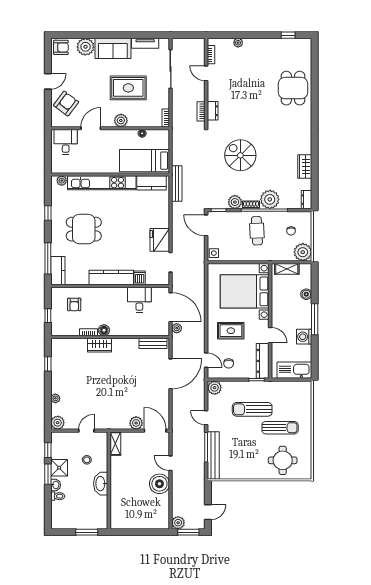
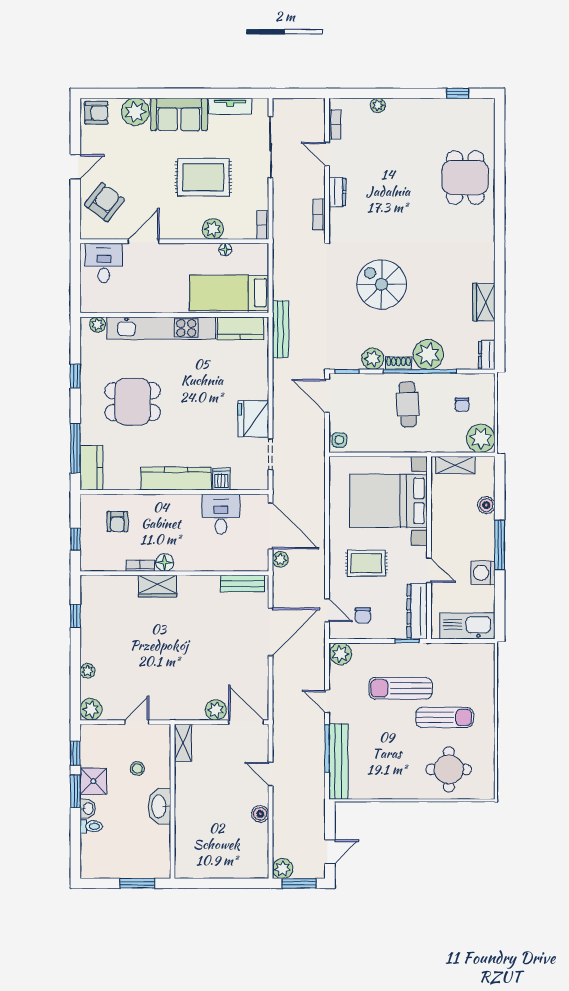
dresser: (213, 111) -> (337, 192), moved
plant: (121, 120) -> (213, 229), moved
boiler: (159, 484) -> (260, 814), width x0.54, depth x0.54

